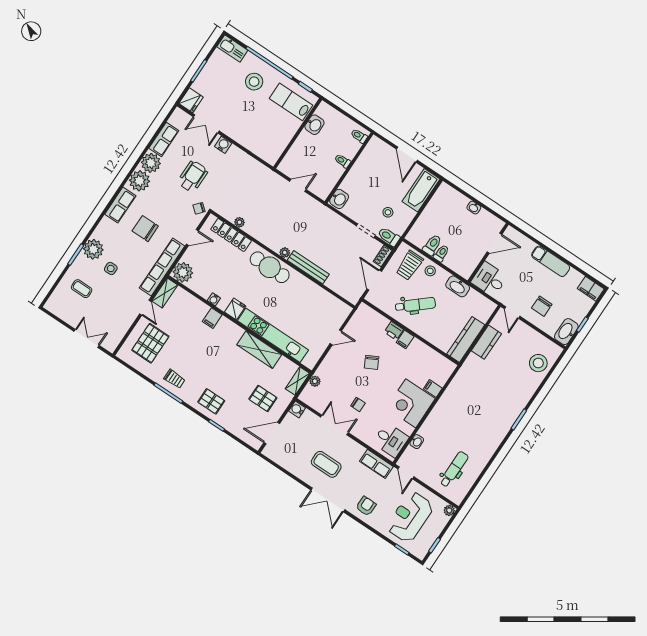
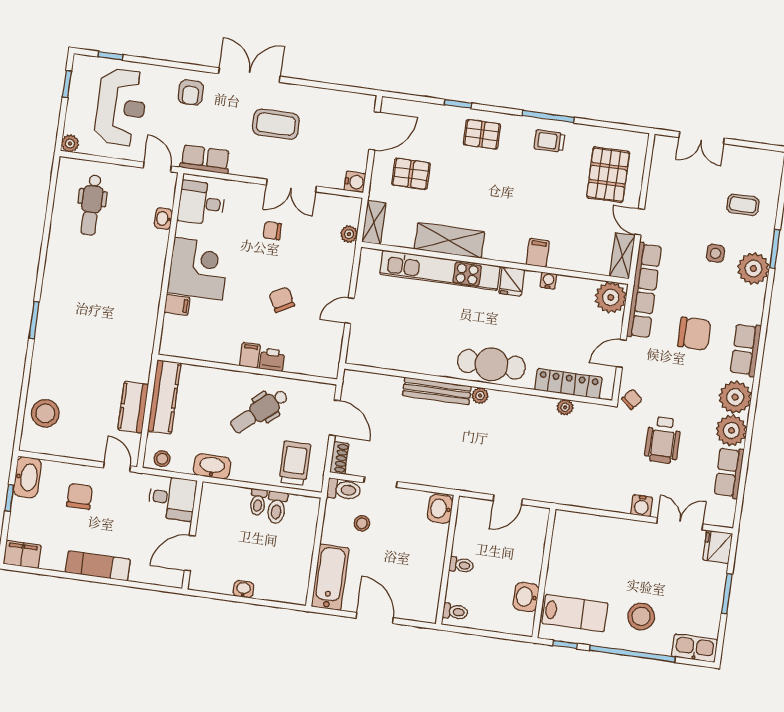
stool: (430, 271) -> (162, 459), moved

